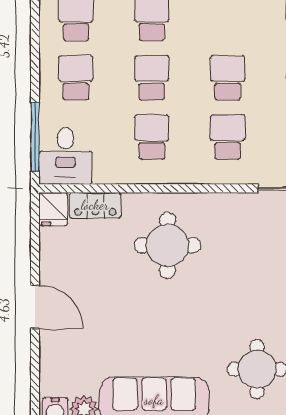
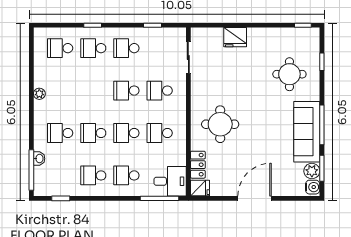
door: (35, 307) -> (255, 198), width x1.36

